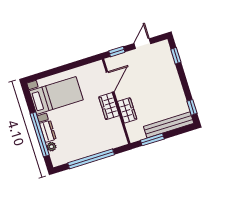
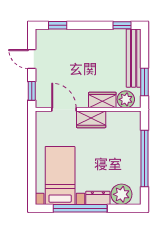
plant: (134, 129) -> (126, 99), added
window: (40, 134) -> (80, 208), moved
plant: (52, 147) -> (121, 194), width x1.88, depth x1.88

